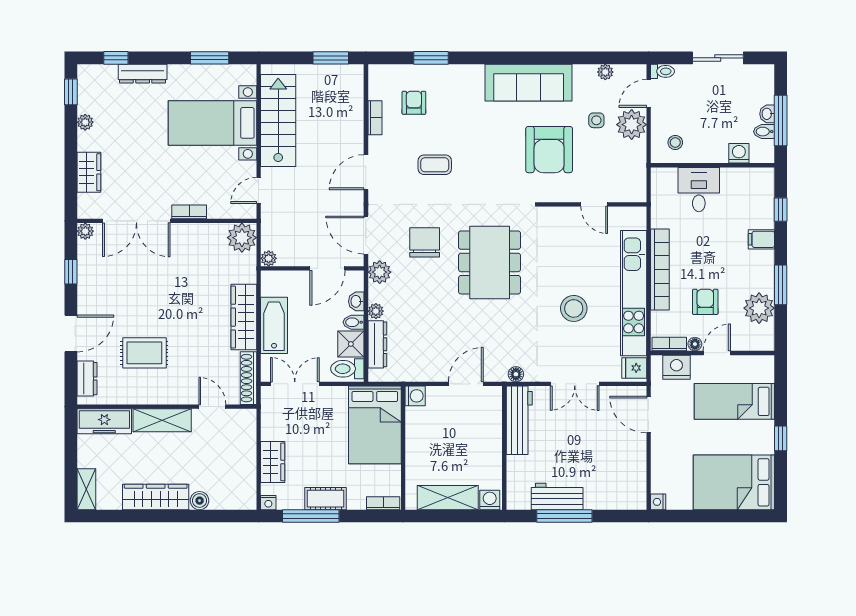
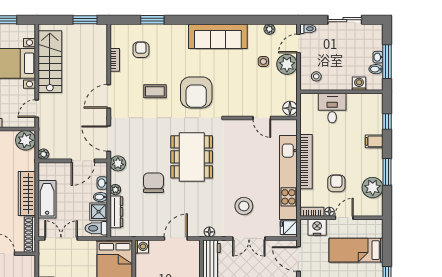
armchair: (549, 150) -> (196, 92), moved
floor lamp: (636, 190) -> (290, 108), added
chair: (425, 242) -> (153, 183), moved
stool: (574, 308) -> (244, 206), moved

